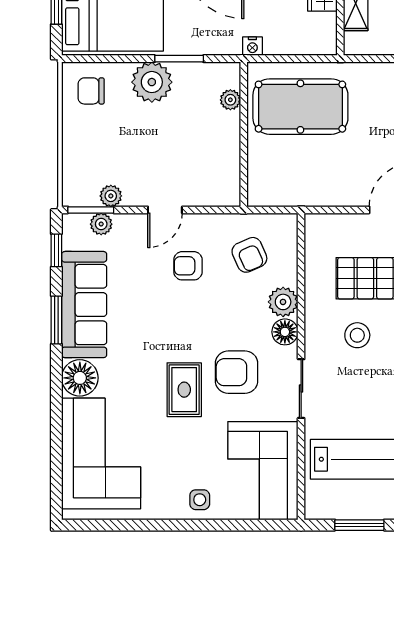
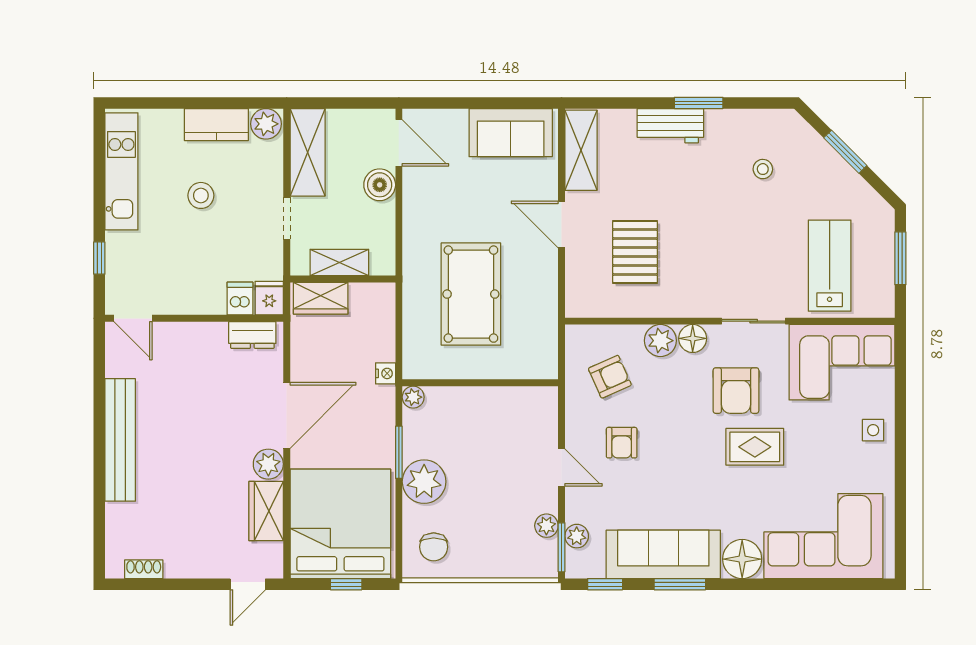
plant: (230, 100) -> (413, 397), moved
pool table: (300, 107) -> (471, 294), moved
stool: (357, 335) -> (696, 261), removed

